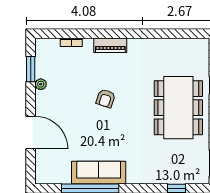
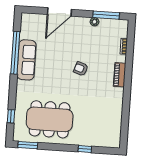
window: (31, 69) -> (106, 15), width x1.44
dining table: (178, 108) -> (50, 119), moved

